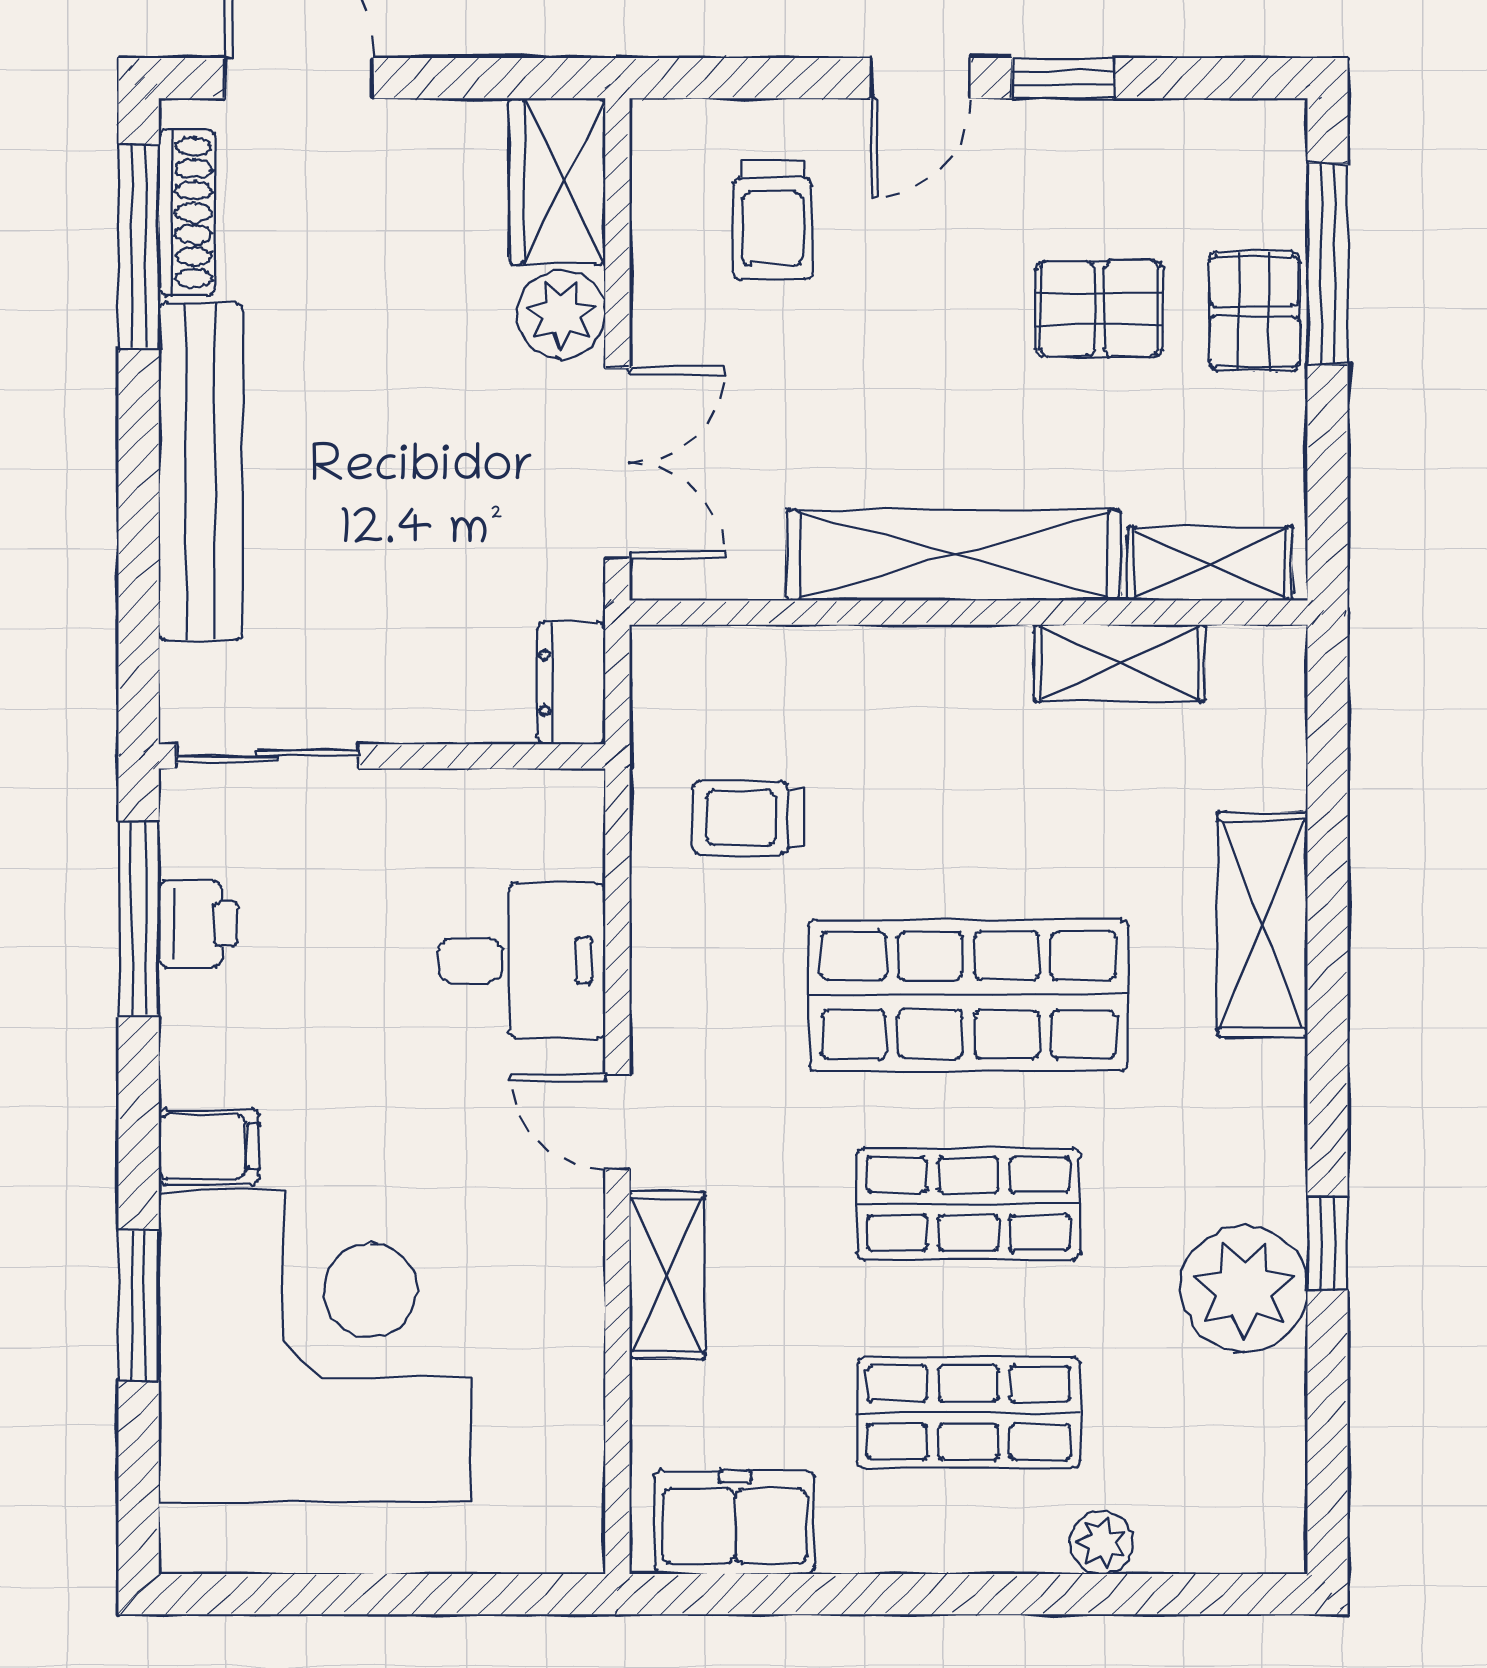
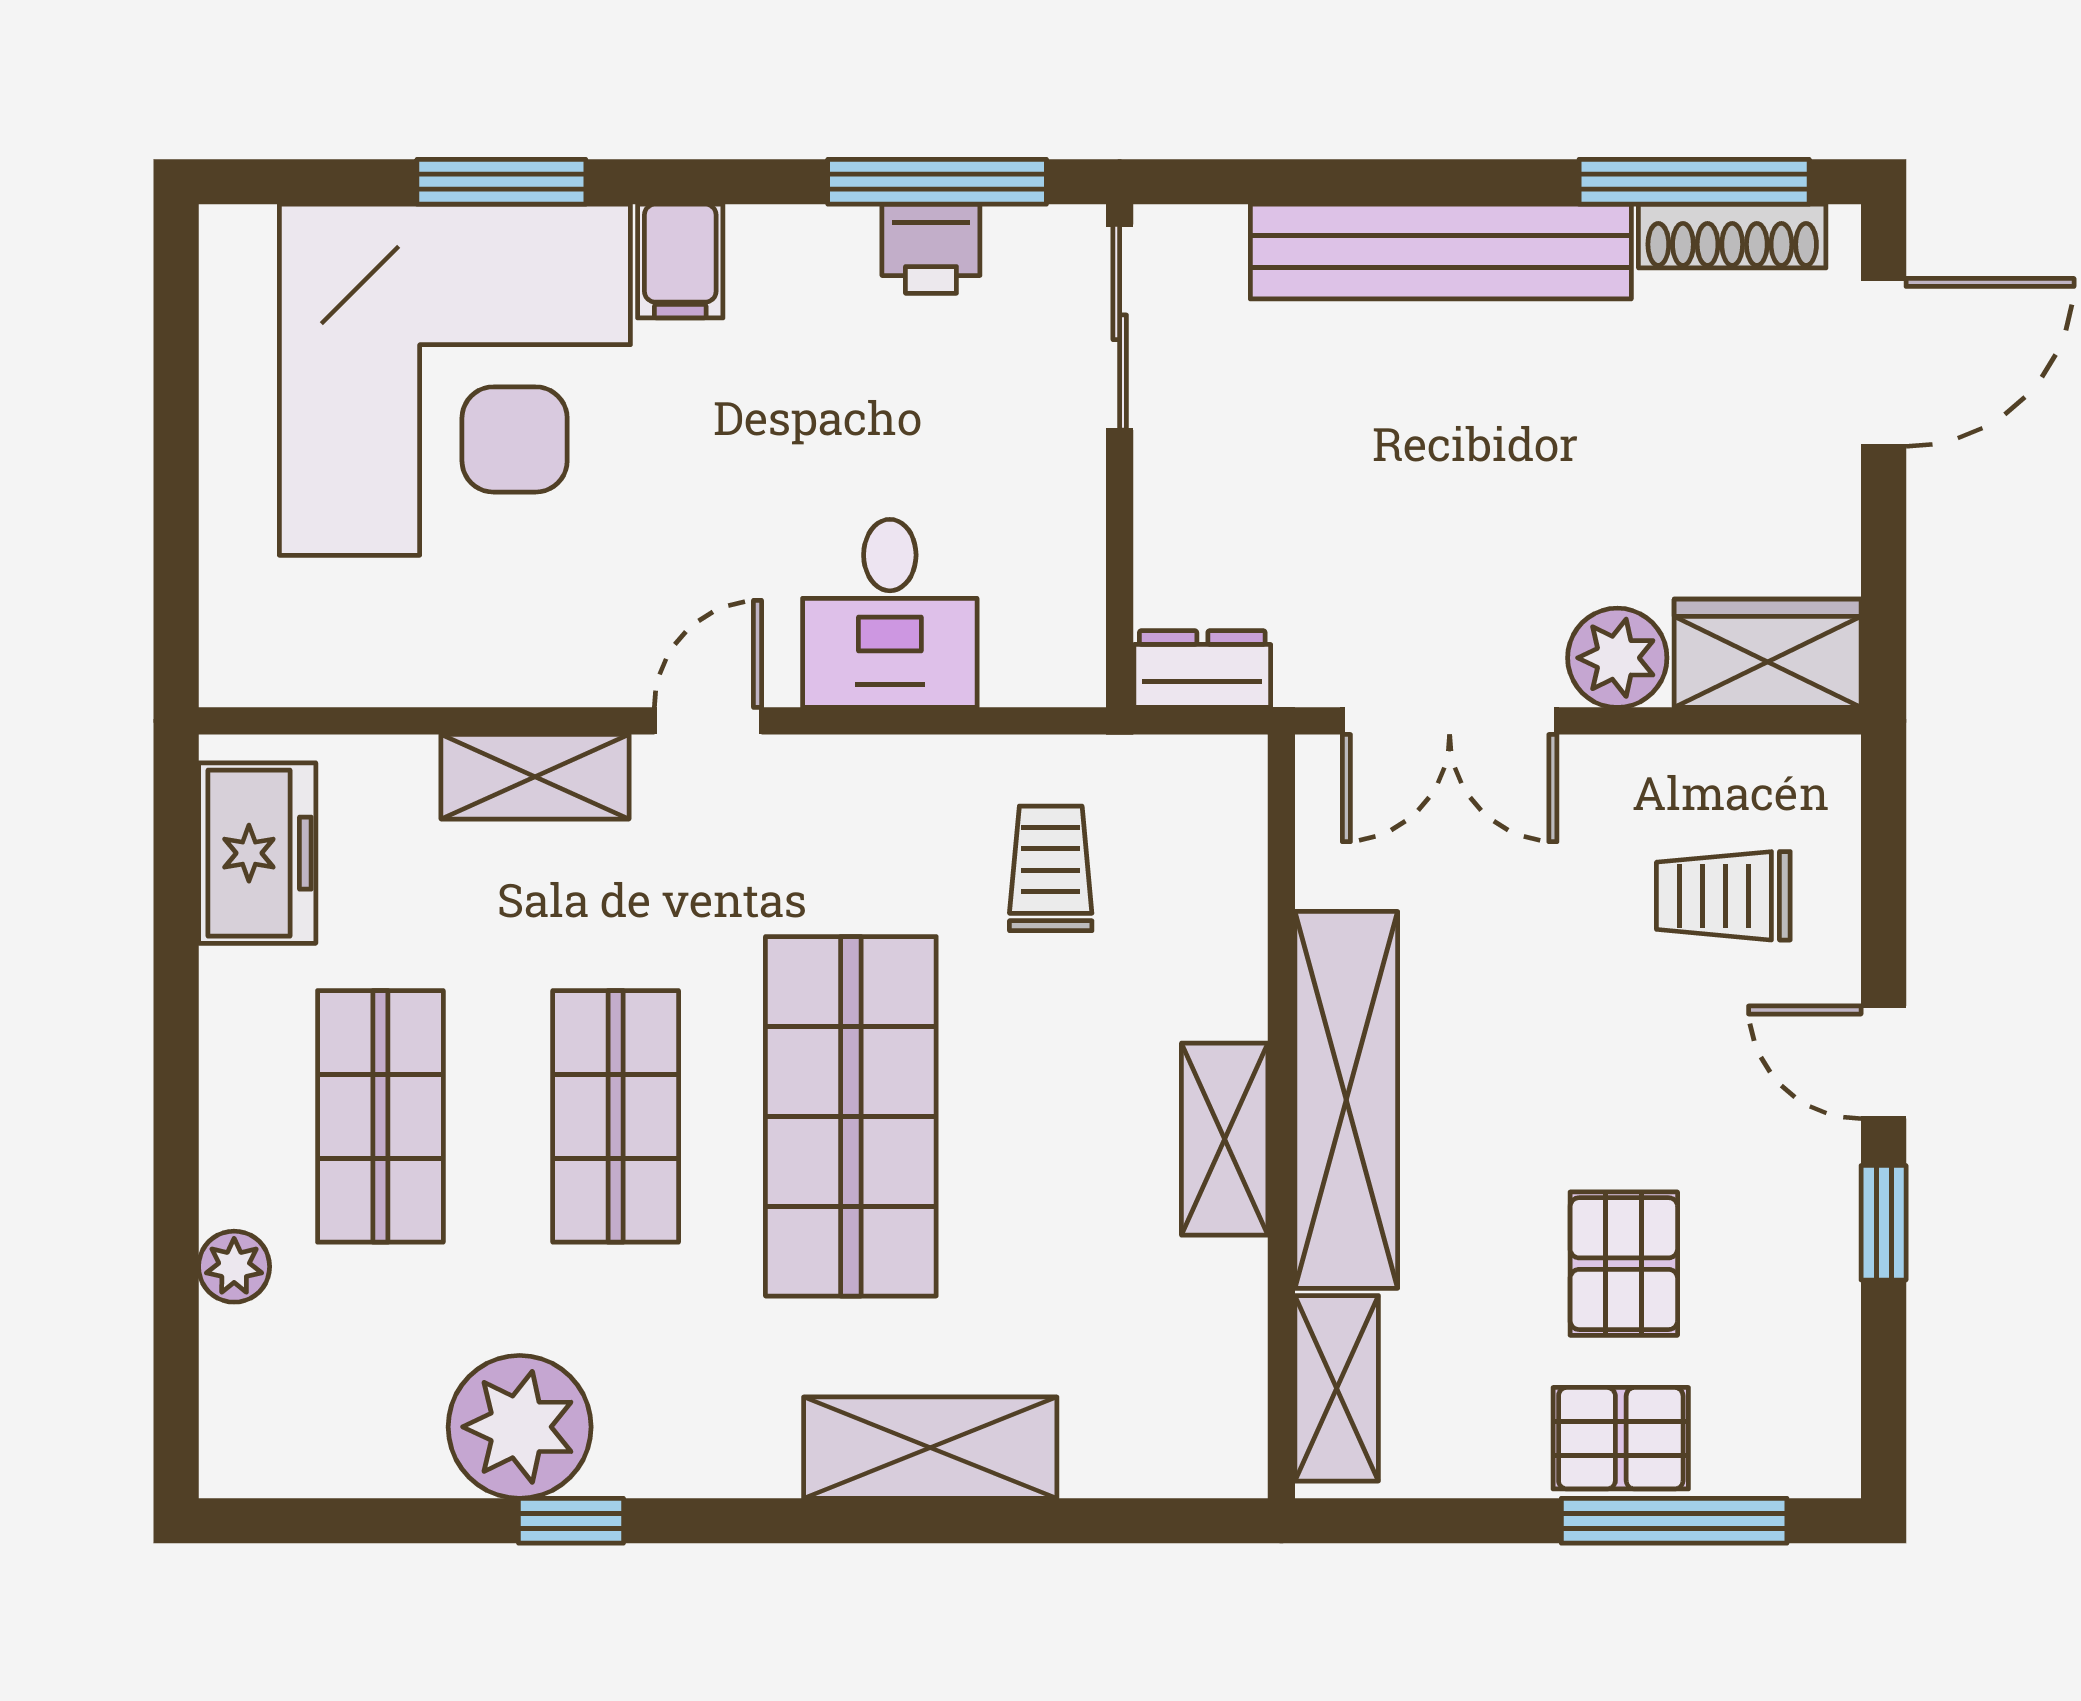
shelving: (1120, 663) -> (1225, 1139), moved

